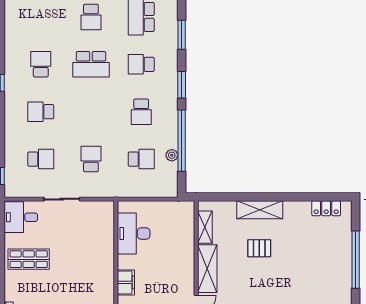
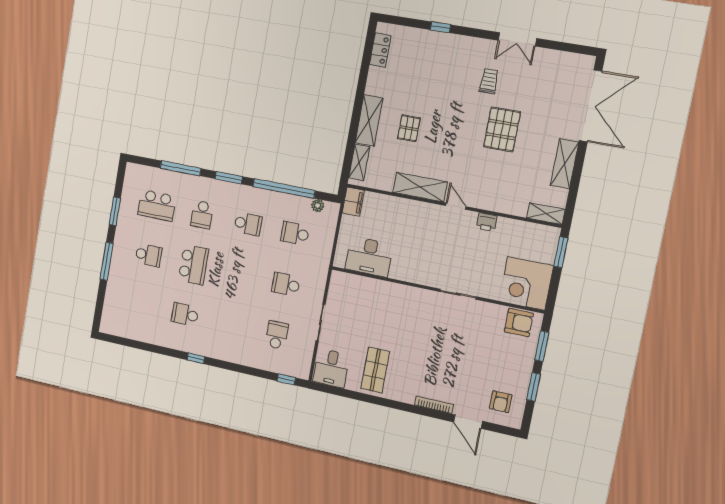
window: (182, 35) -> (181, 168), width x1.44
school desk: (41, 112) -> (230, 325), removed
plant: (172, 155) -> (318, 206), moved
school desk: (141, 159) -> (295, 233), turned -90
shelving: (205, 227) -> (359, 162), moved, turned 90
window: (356, 260) -> (440, 27), width x0.32
filing cabinet: (126, 282) -> (353, 202), moved, turned 90

